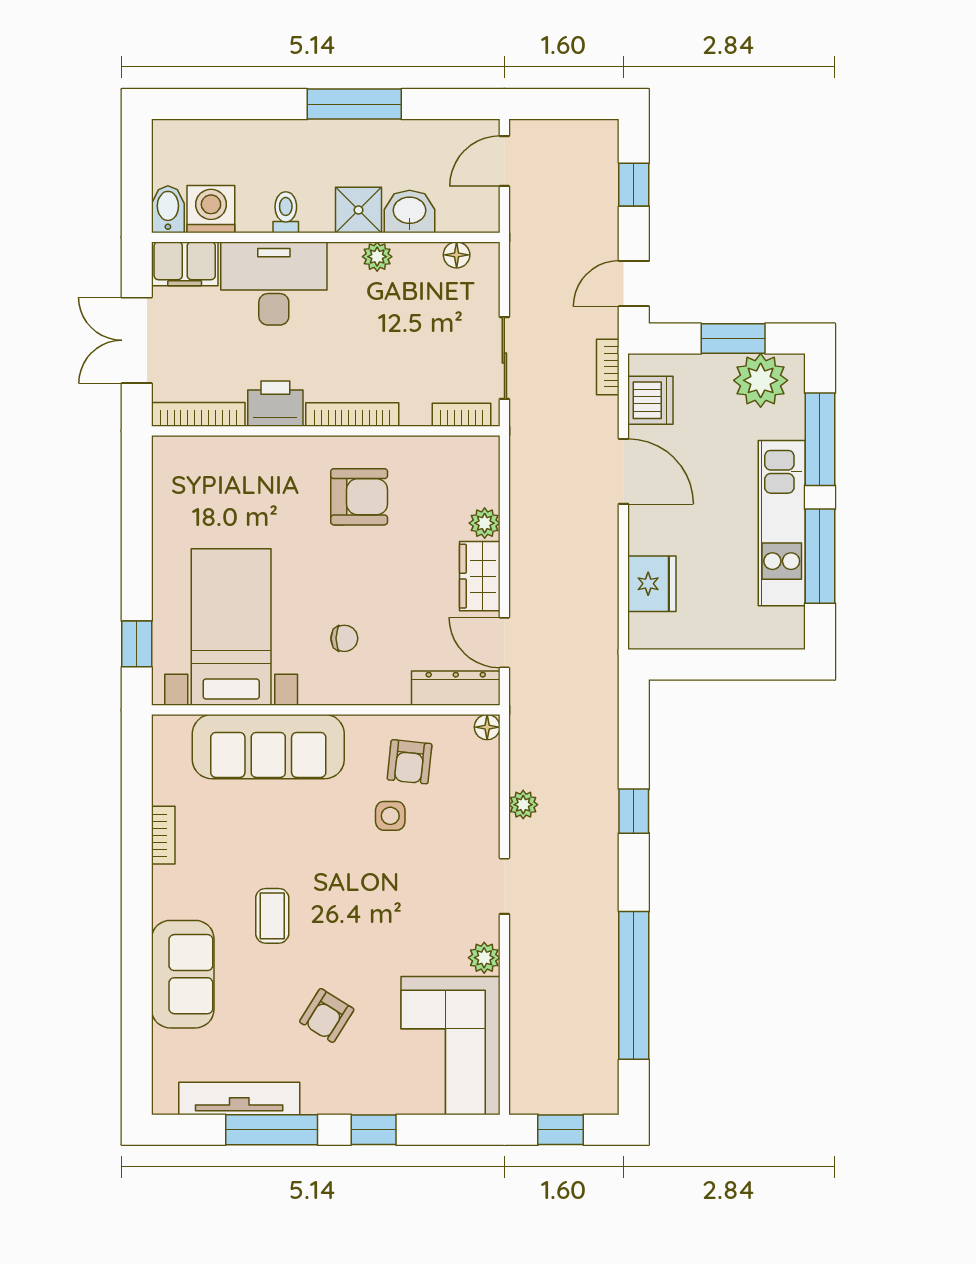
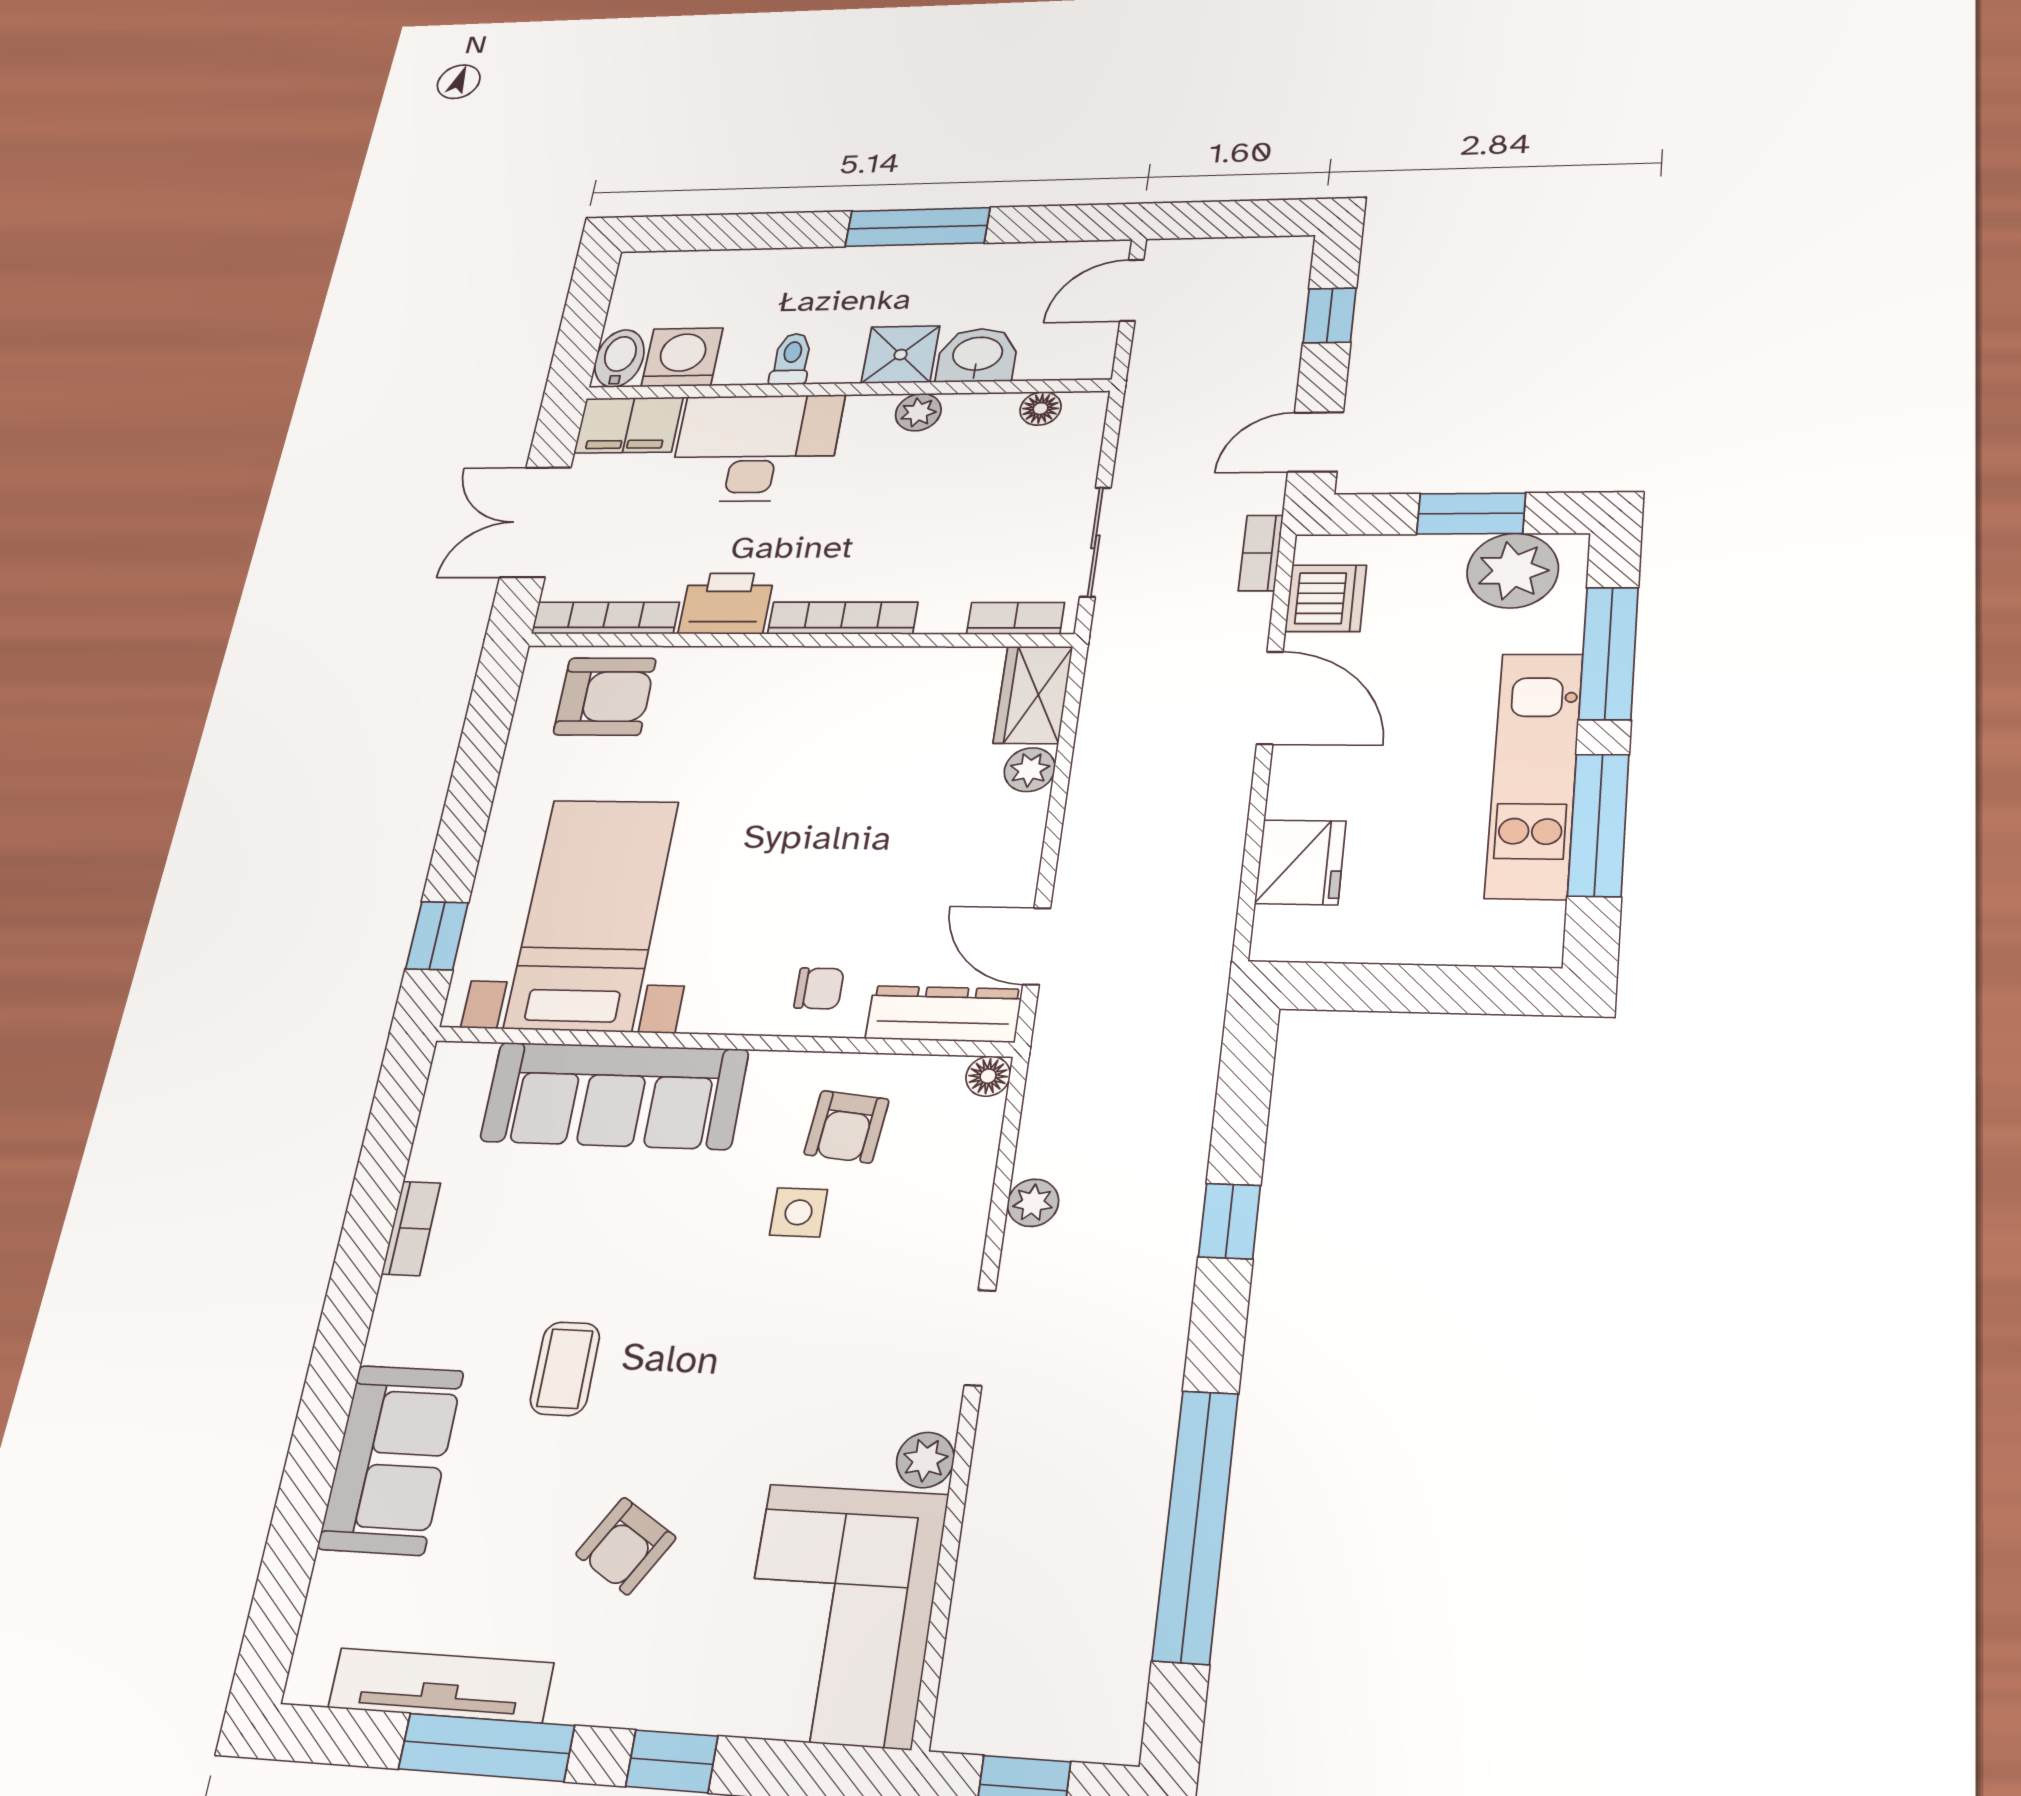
armchair: (359, 497) -> (605, 696), moved
wardrobe: (480, 576) -> (1033, 695), moved
chair: (344, 638) -> (819, 988), moved

